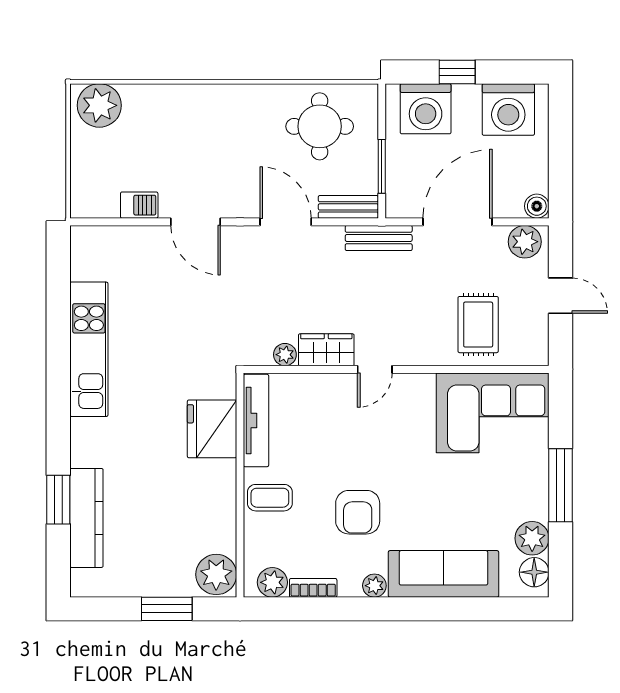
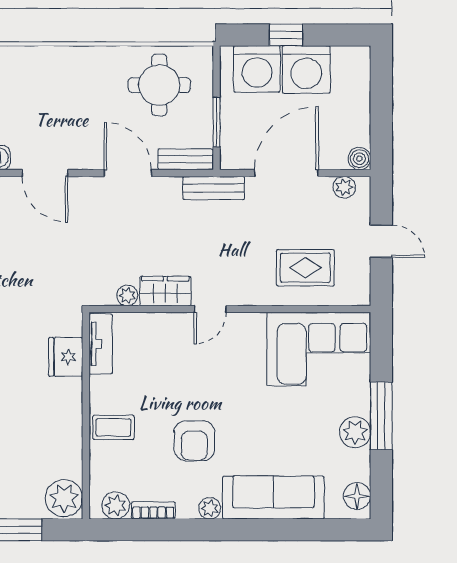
washing machine: (508, 109) -> (306, 70), moved
plant: (525, 242) -> (344, 187), width x0.73, depth x0.73
rug: (478, 325) -> (305, 268), turned 90
tv unit: (256, 421) -> (101, 344), width x0.71
fridge: (212, 429) -> (66, 357), width x0.73, depth x0.75
plant: (532, 538) -> (355, 432), moved

